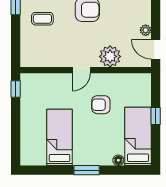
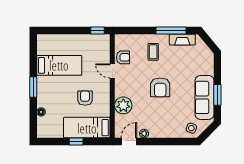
armchair: (49, 57) -> (123, 57), added
door: (81, 70) -> (112, 71), moved
bed: (138, 136) -> (87, 128), moved, turned 180

